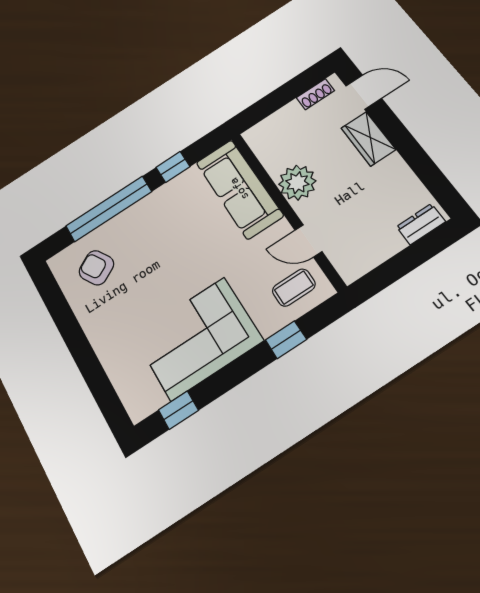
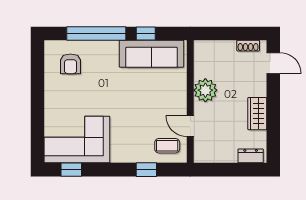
wardrobe: (368, 139) -> (257, 114), moved
sofa: (239, 189) -> (151, 54), moved, turned -90
armchair: (96, 268) -> (70, 64), turned -150
corner sofa: (198, 338) -> (77, 140), moved

